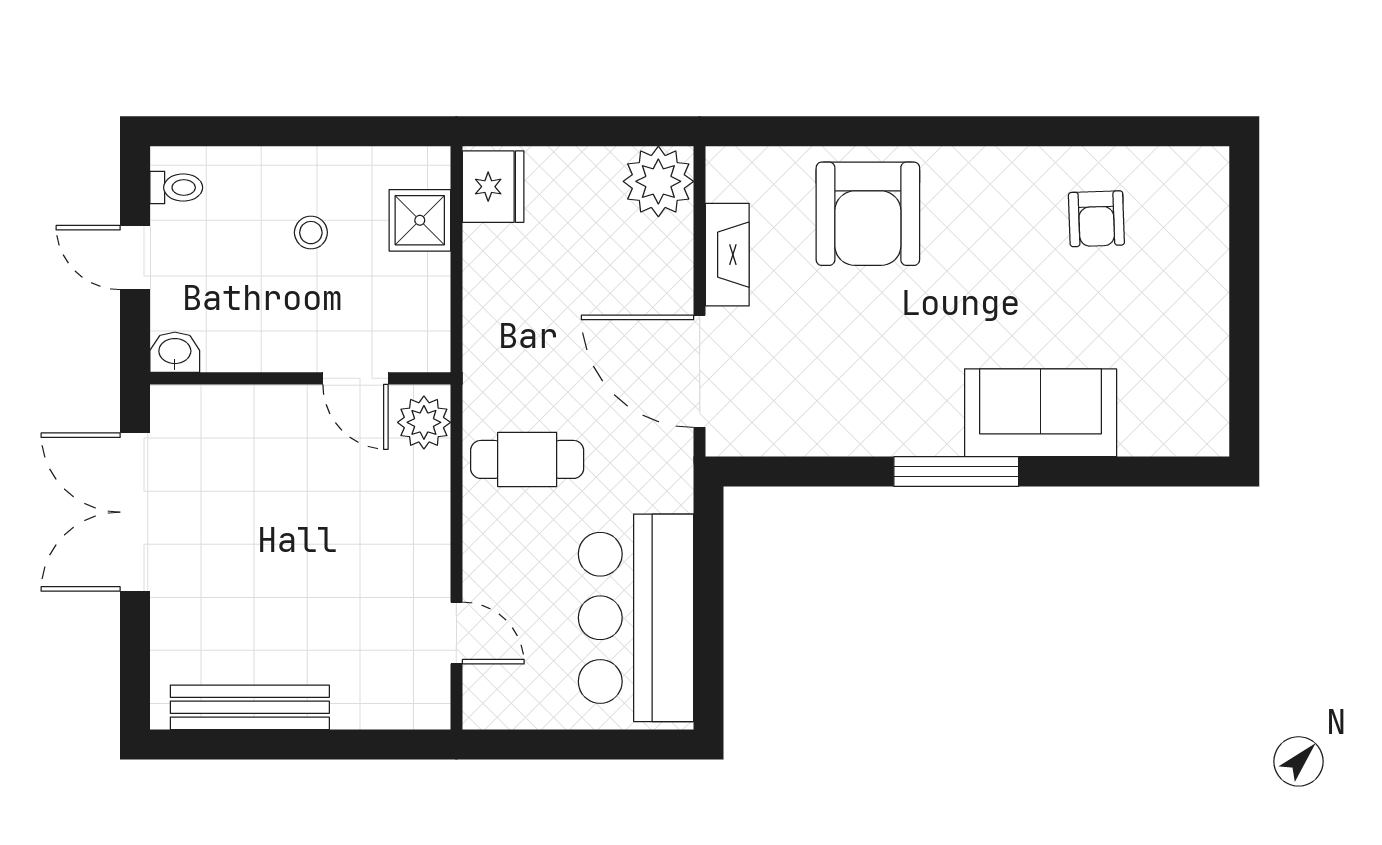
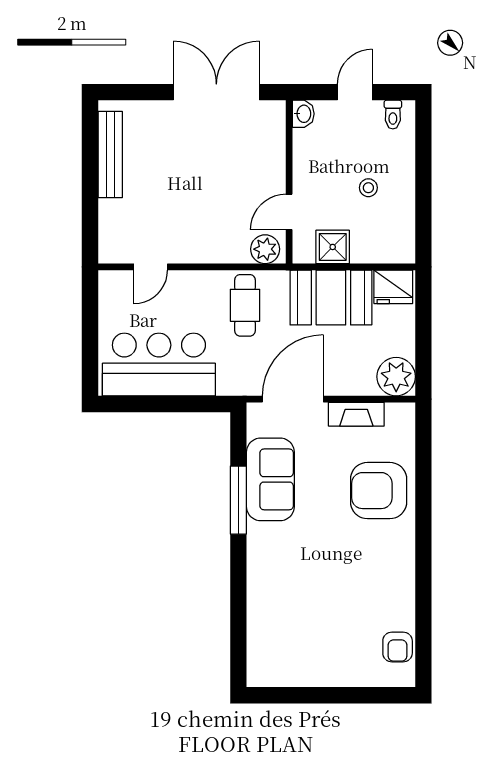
armchair: (1096, 219) -> (398, 647), moved, turned -88
shower: (420, 220) -> (333, 247), moved
booth: (513, 301) -> (331, 298), added
sofa: (1041, 413) -> (270, 479), moved
window: (956, 472) -> (238, 500), moved

